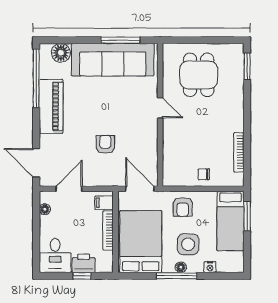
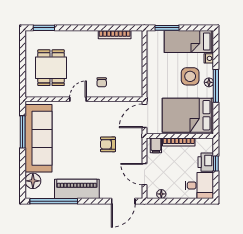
dining table: (199, 75) -> (51, 68), turned 90
chair: (204, 174) -> (102, 82), moved
armchair: (183, 207) -> (159, 81), removed
bed: (231, 221) -> (189, 42), moved, turned 180

